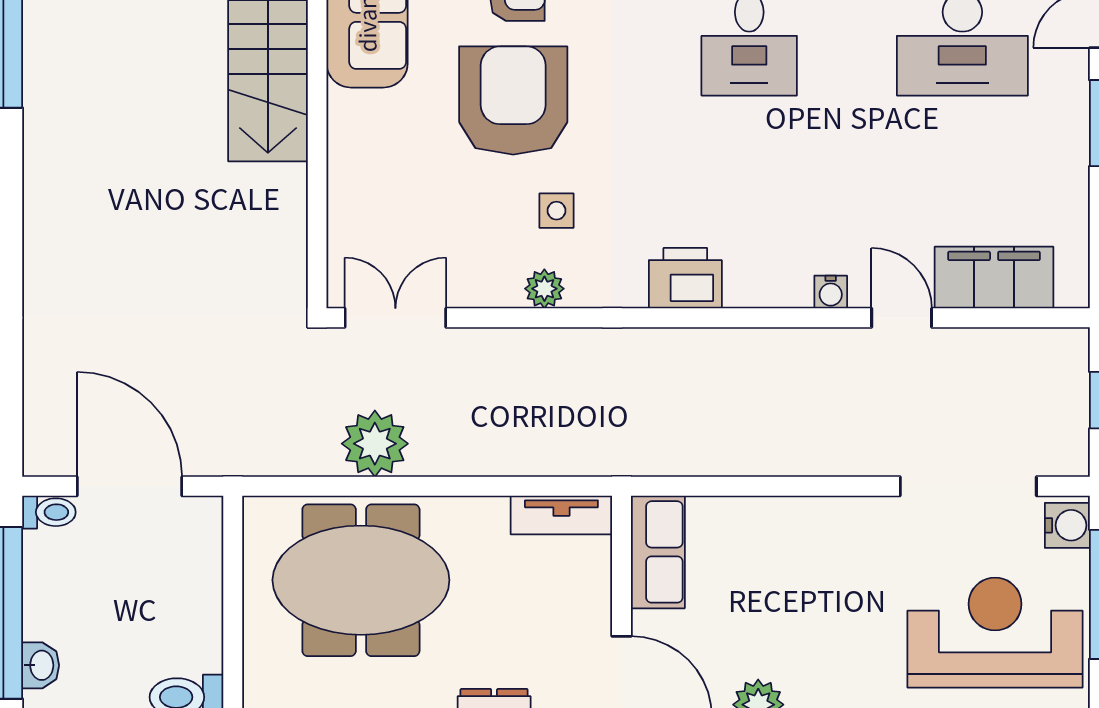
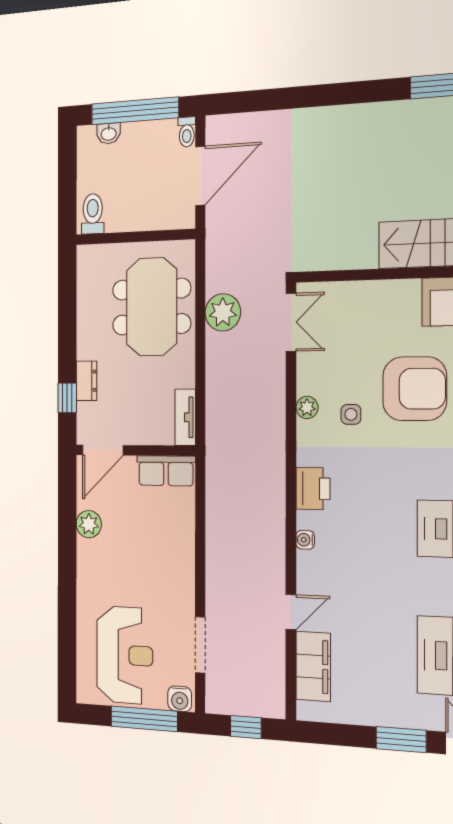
water cooler: (831, 292) -> (305, 540), moved
doorway: (968, 486) -> (200, 645), width x0.73

